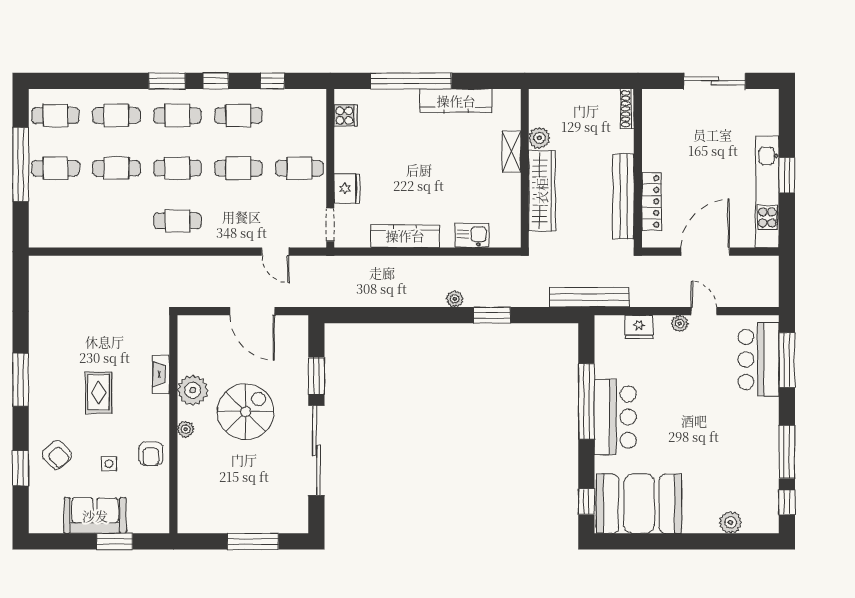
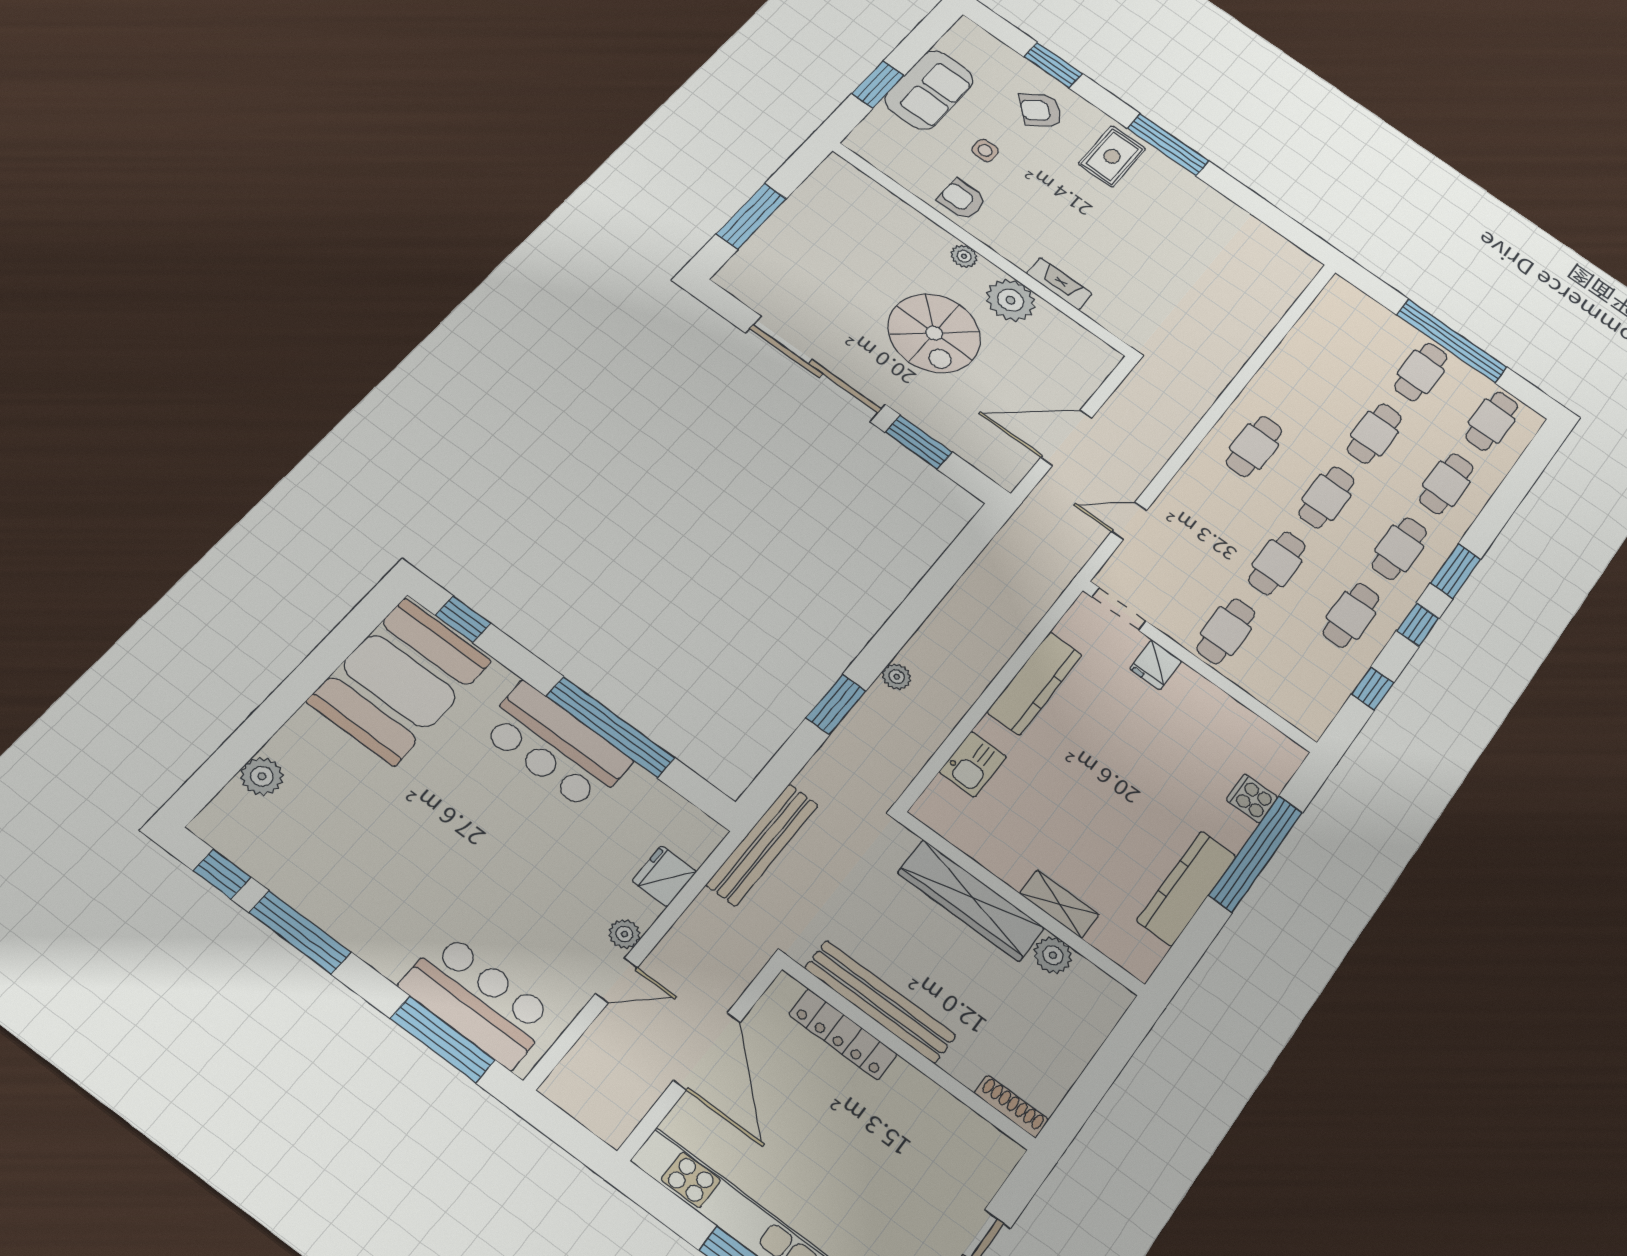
cooker: (346, 116) -> (1252, 798), moved, turned 90
fridge: (347, 189) -> (1156, 665), width x0.72
rug: (99, 392) -> (1112, 156), moved, turned 90

